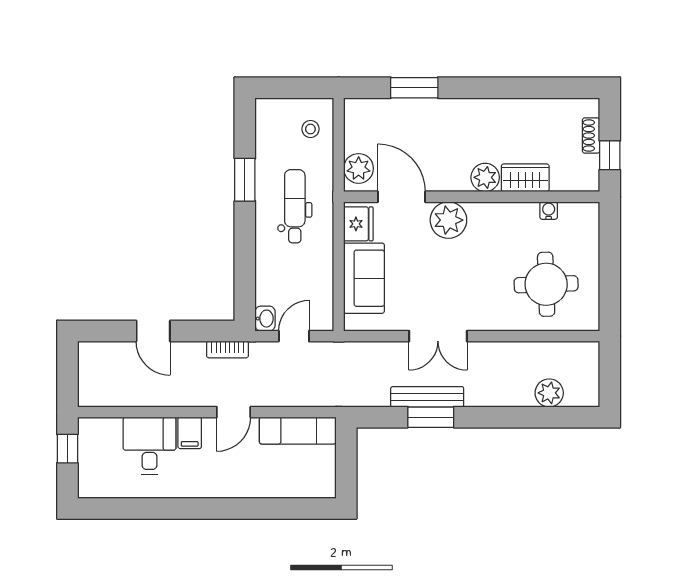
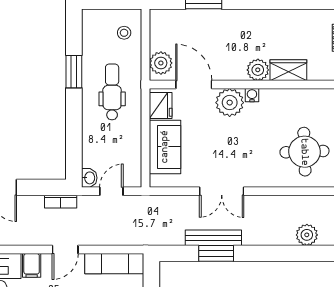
water cooler: (549, 211) -> (252, 95), moved

